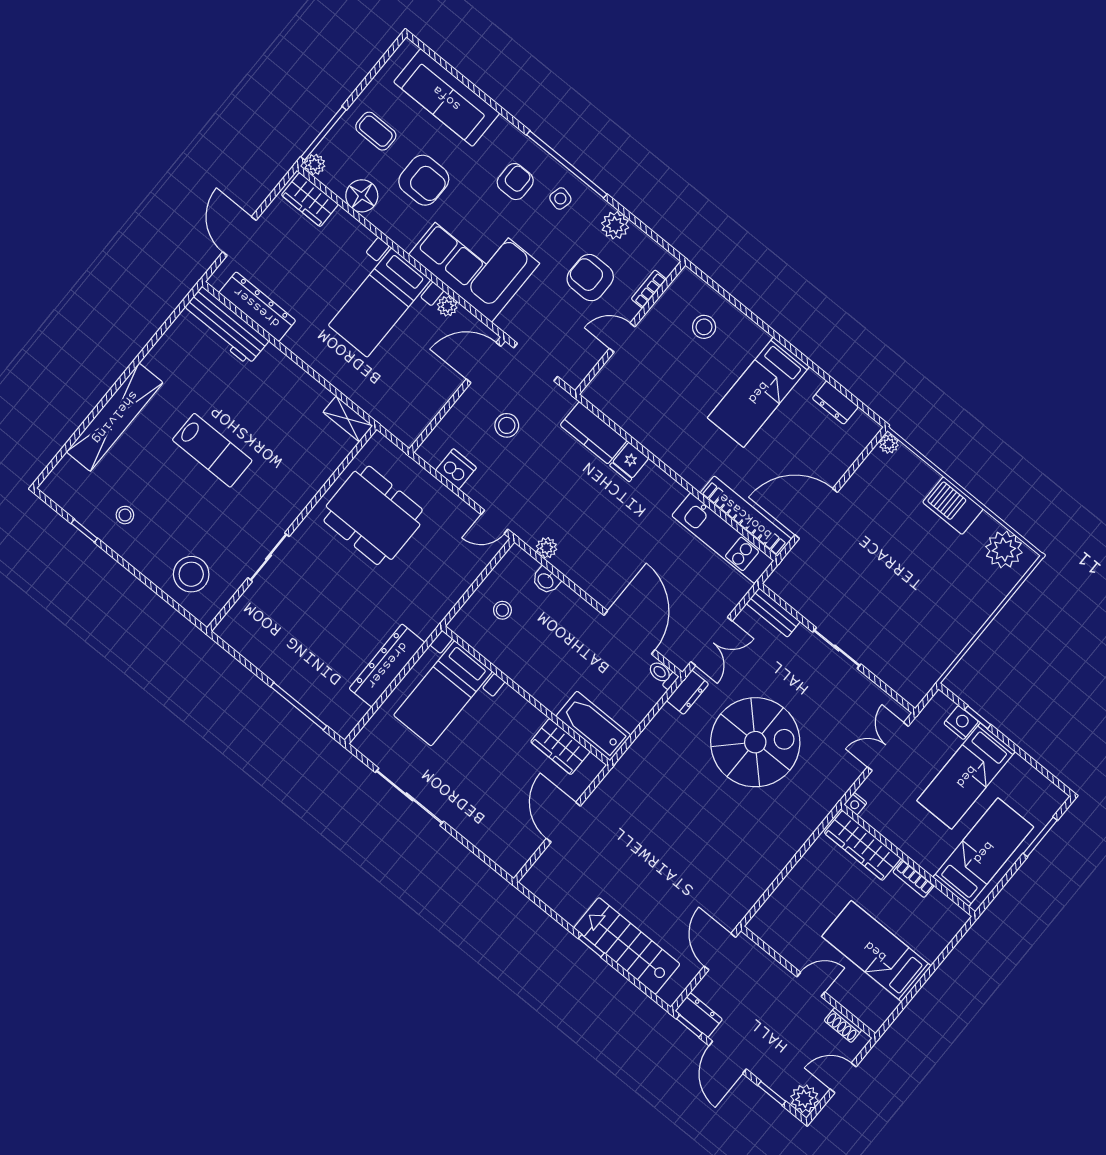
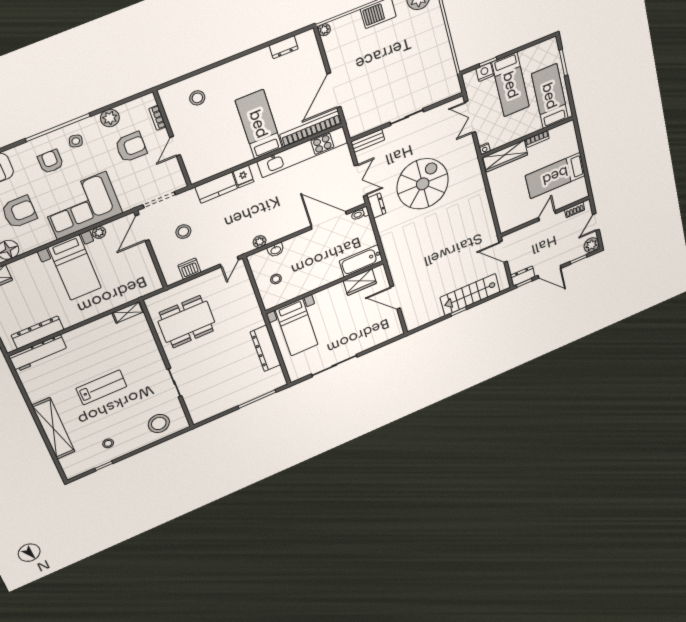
armchair: (590, 278) -> (131, 147), turned 180
bed: (758, 392) -> (259, 124), moved, turned 180
kitchen unit: (723, 538) -> (303, 152), width x1.36

